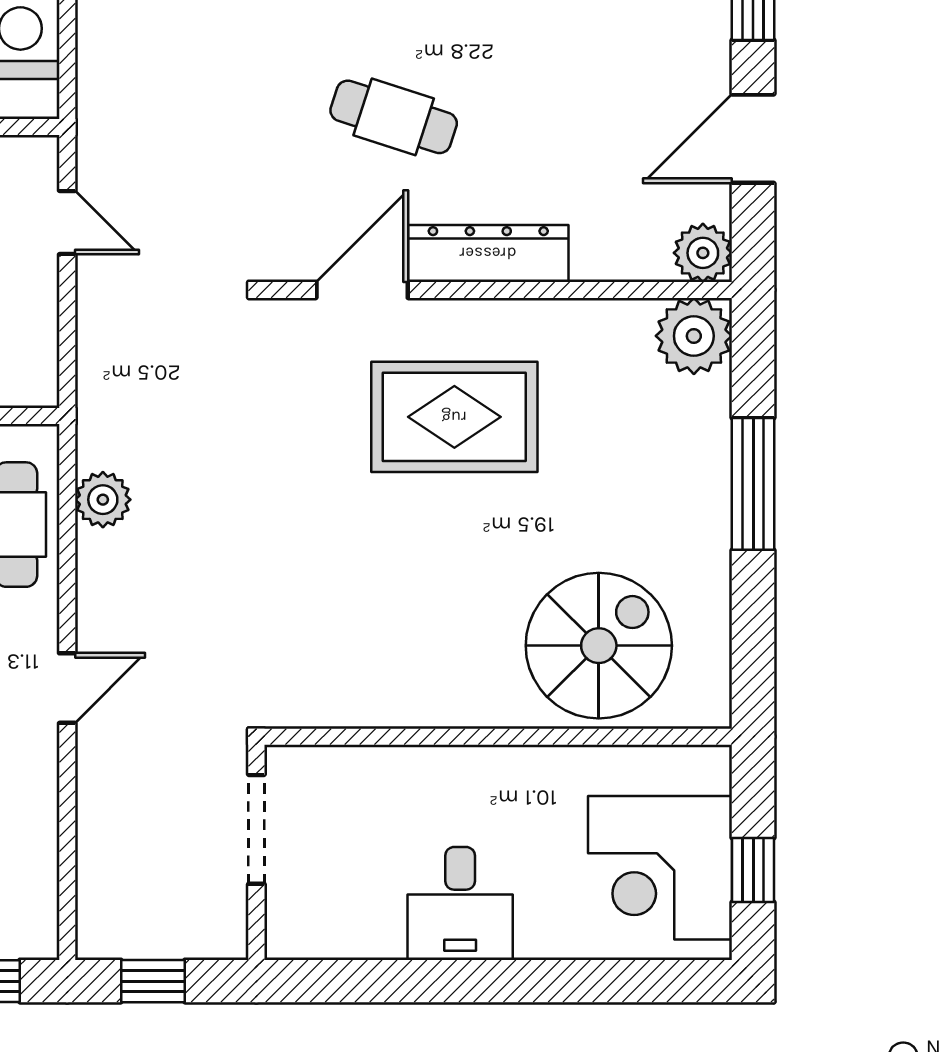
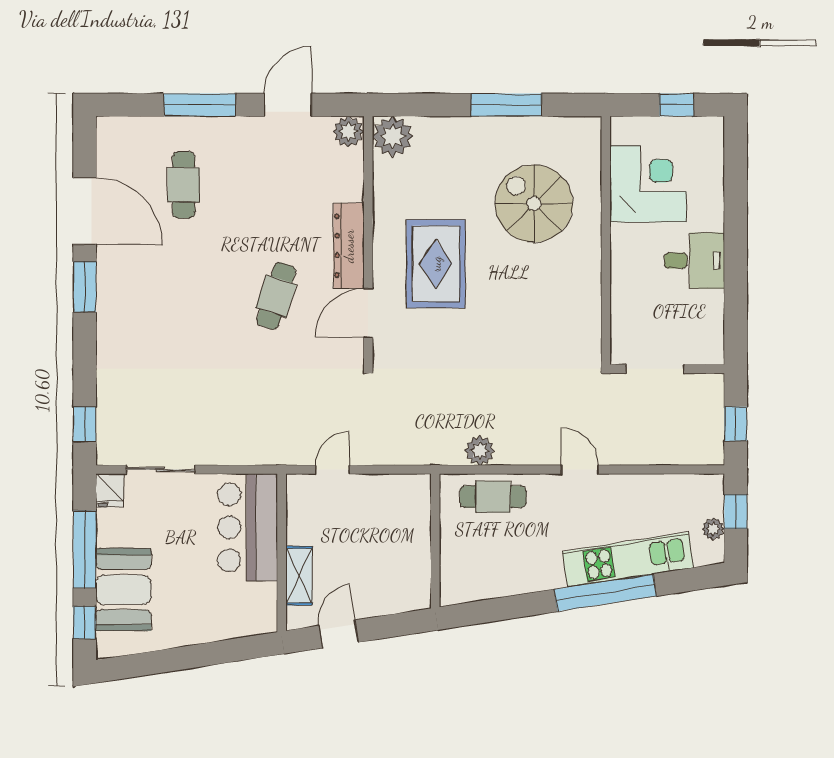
door: (753, 139) -> (288, 105), swing flipped
door: (362, 290) -> (368, 313), hinge flipped
window: (753, 484) -> (506, 105), moved
spiral stairs: (599, 646) -> (534, 203), moved
corner desk: (660, 868) -> (648, 184), moved, turned -90

